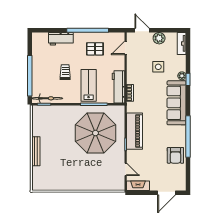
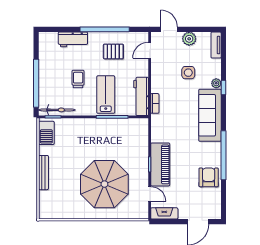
barbecue: (38, 118) -> (46, 133), added
piano: (135, 131) -> (160, 164), moved
parasol: (95, 133) -> (104, 184), moved
armchair: (175, 155) -> (209, 177), turned 180

